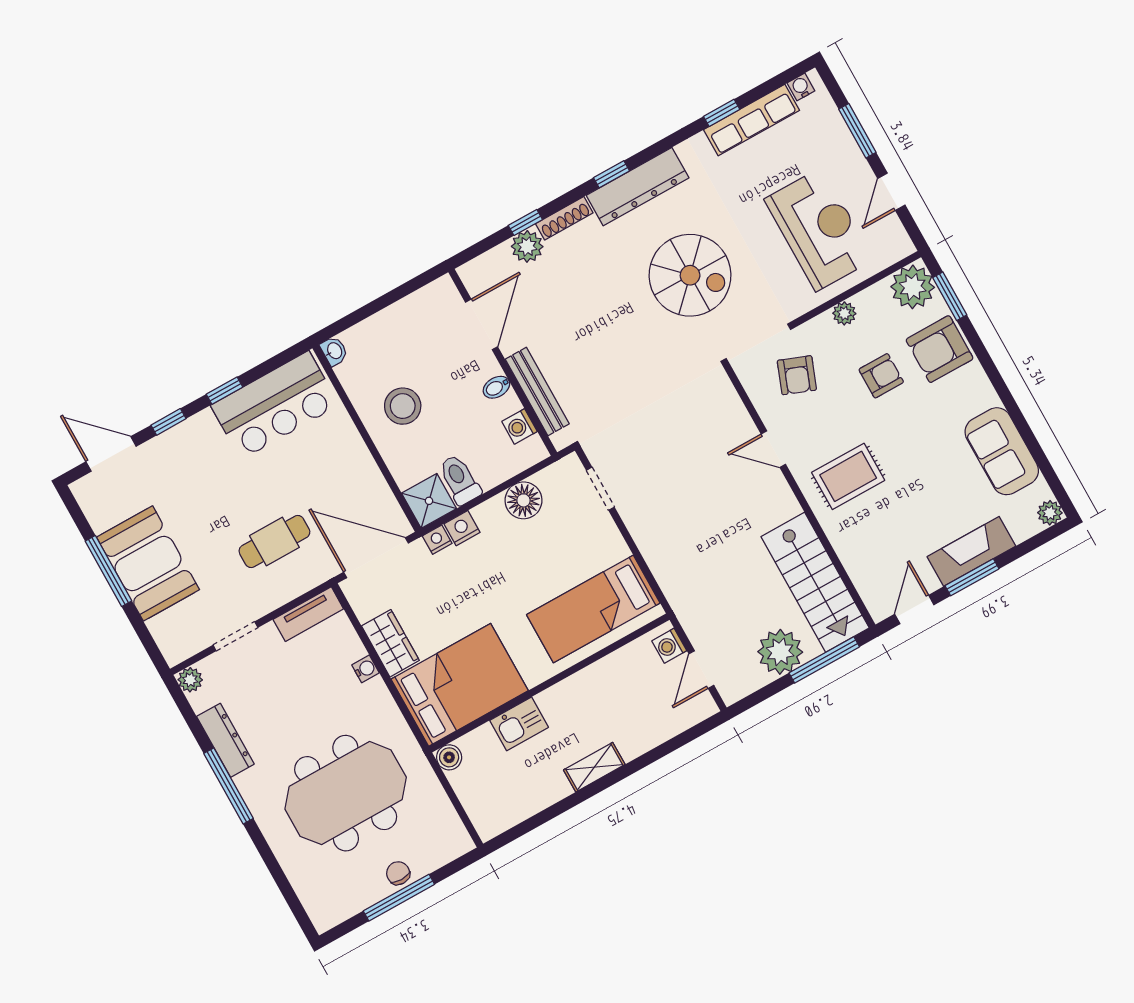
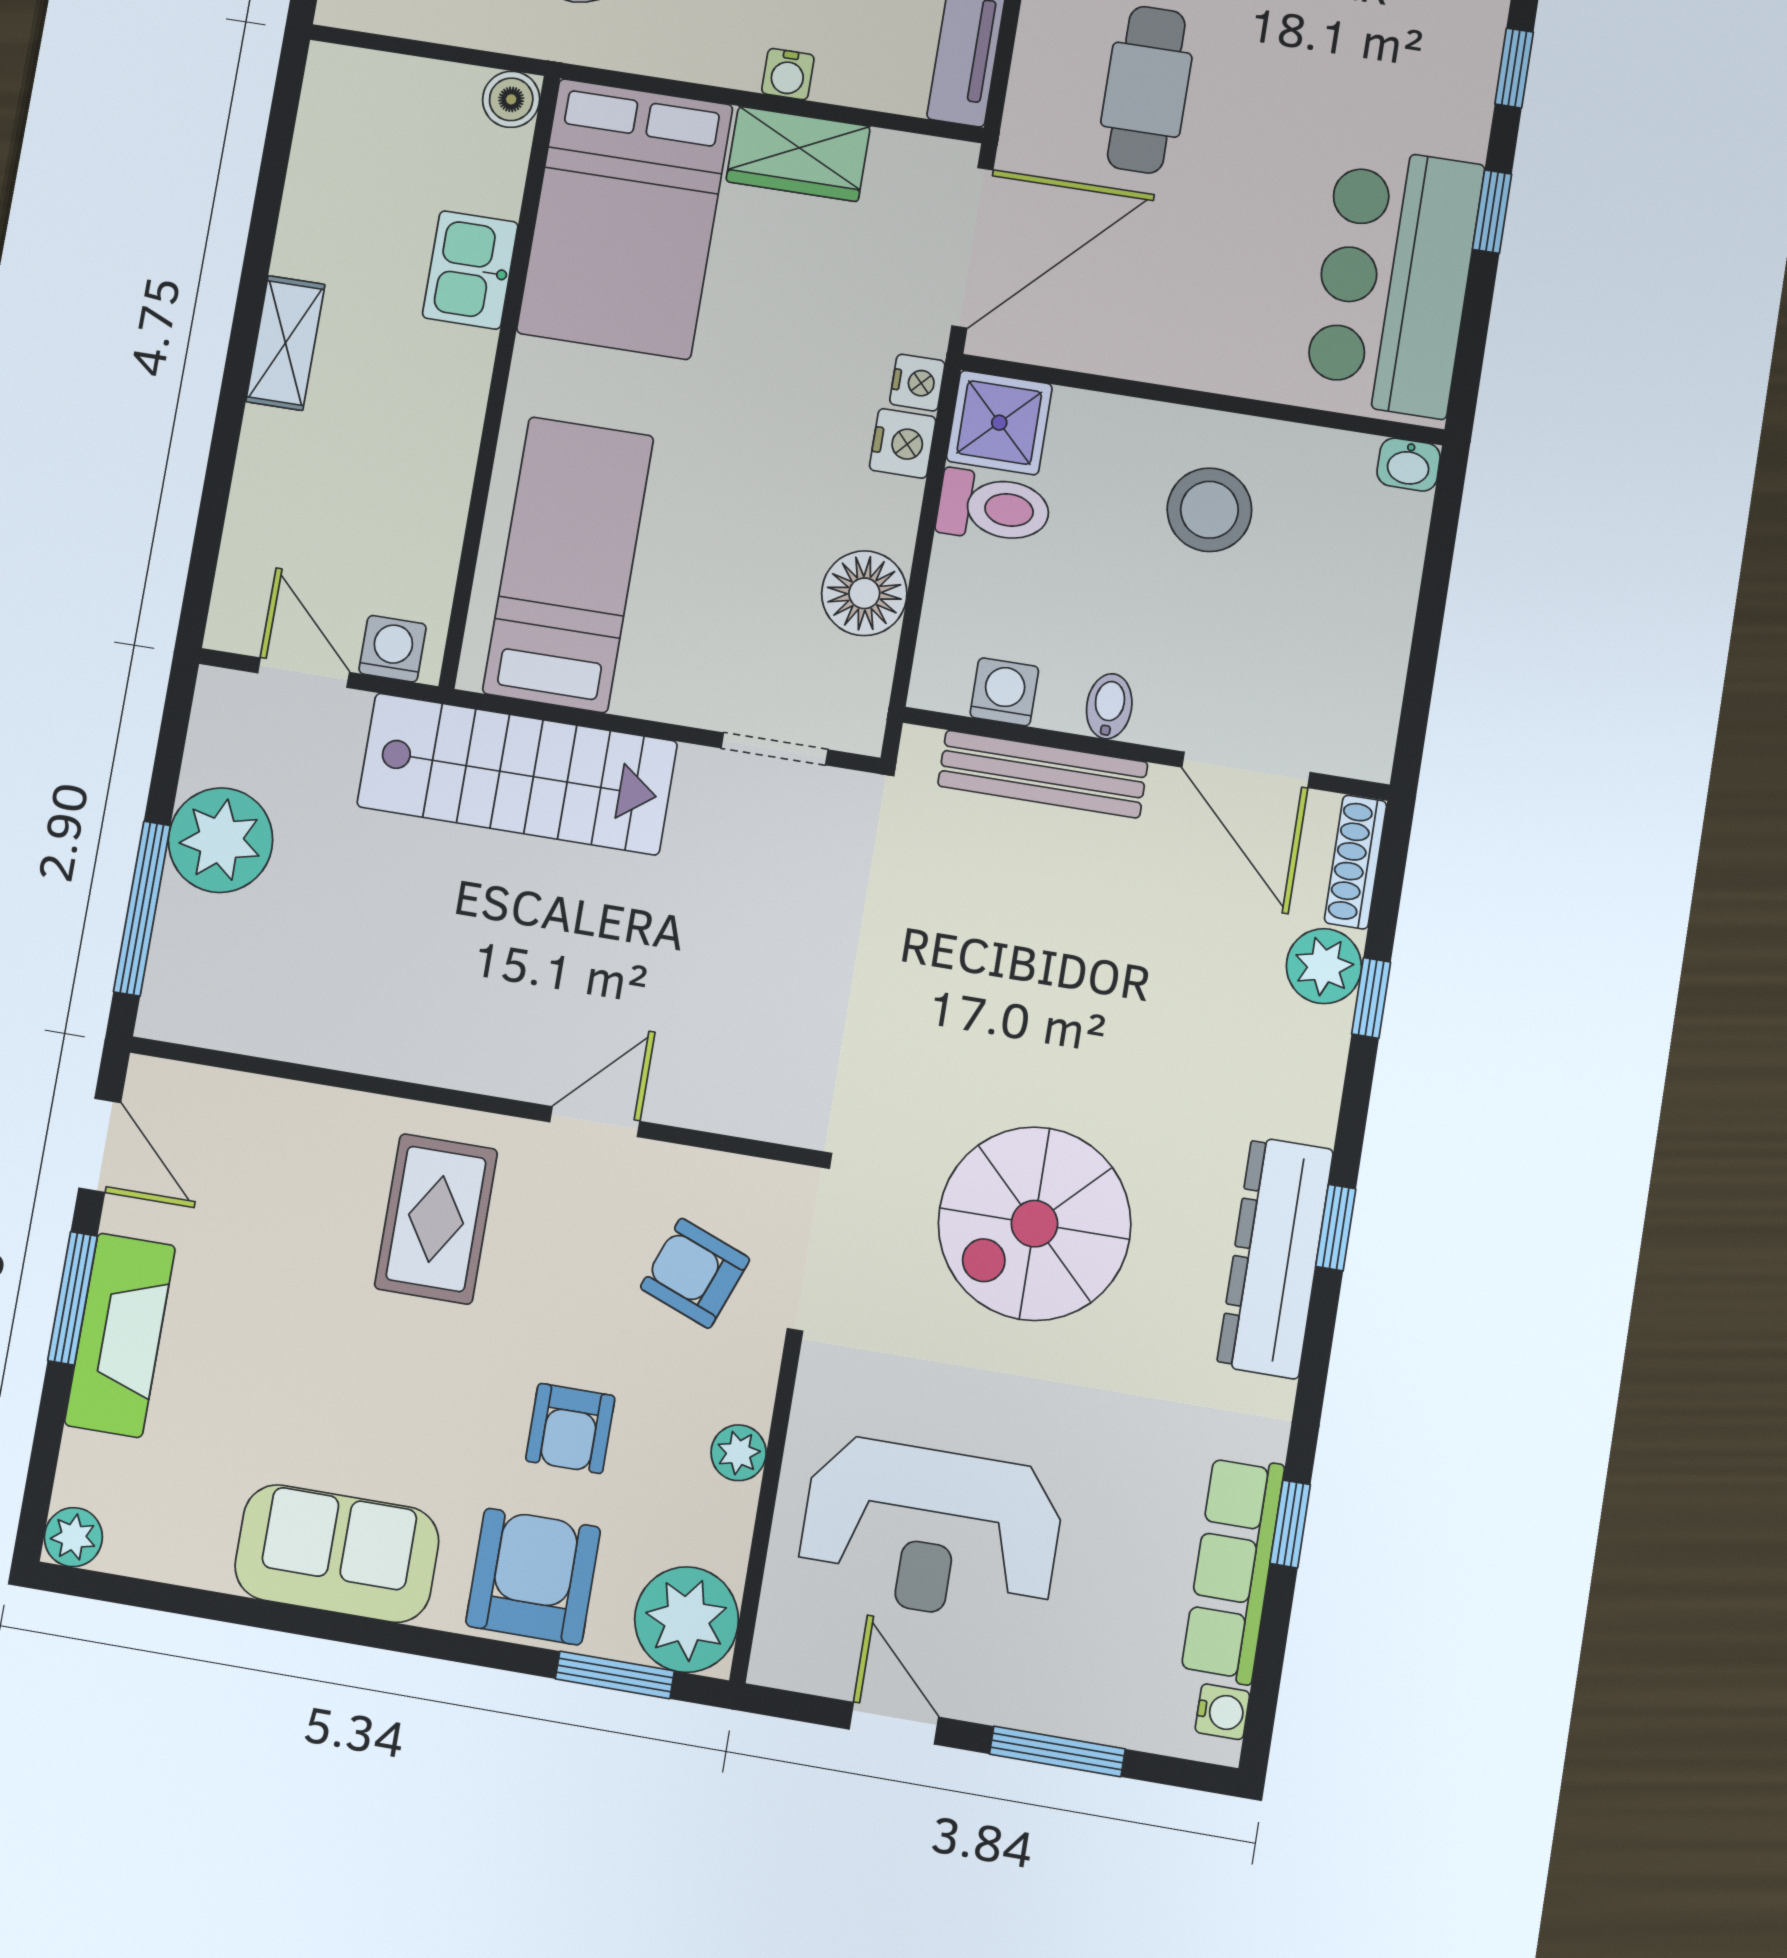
shoe rack: (564, 218) -> (1356, 862), moved
sofa: (1002, 451) -> (337, 1554), moved
stairs: (815, 582) -> (517, 774), moved, turned 180

